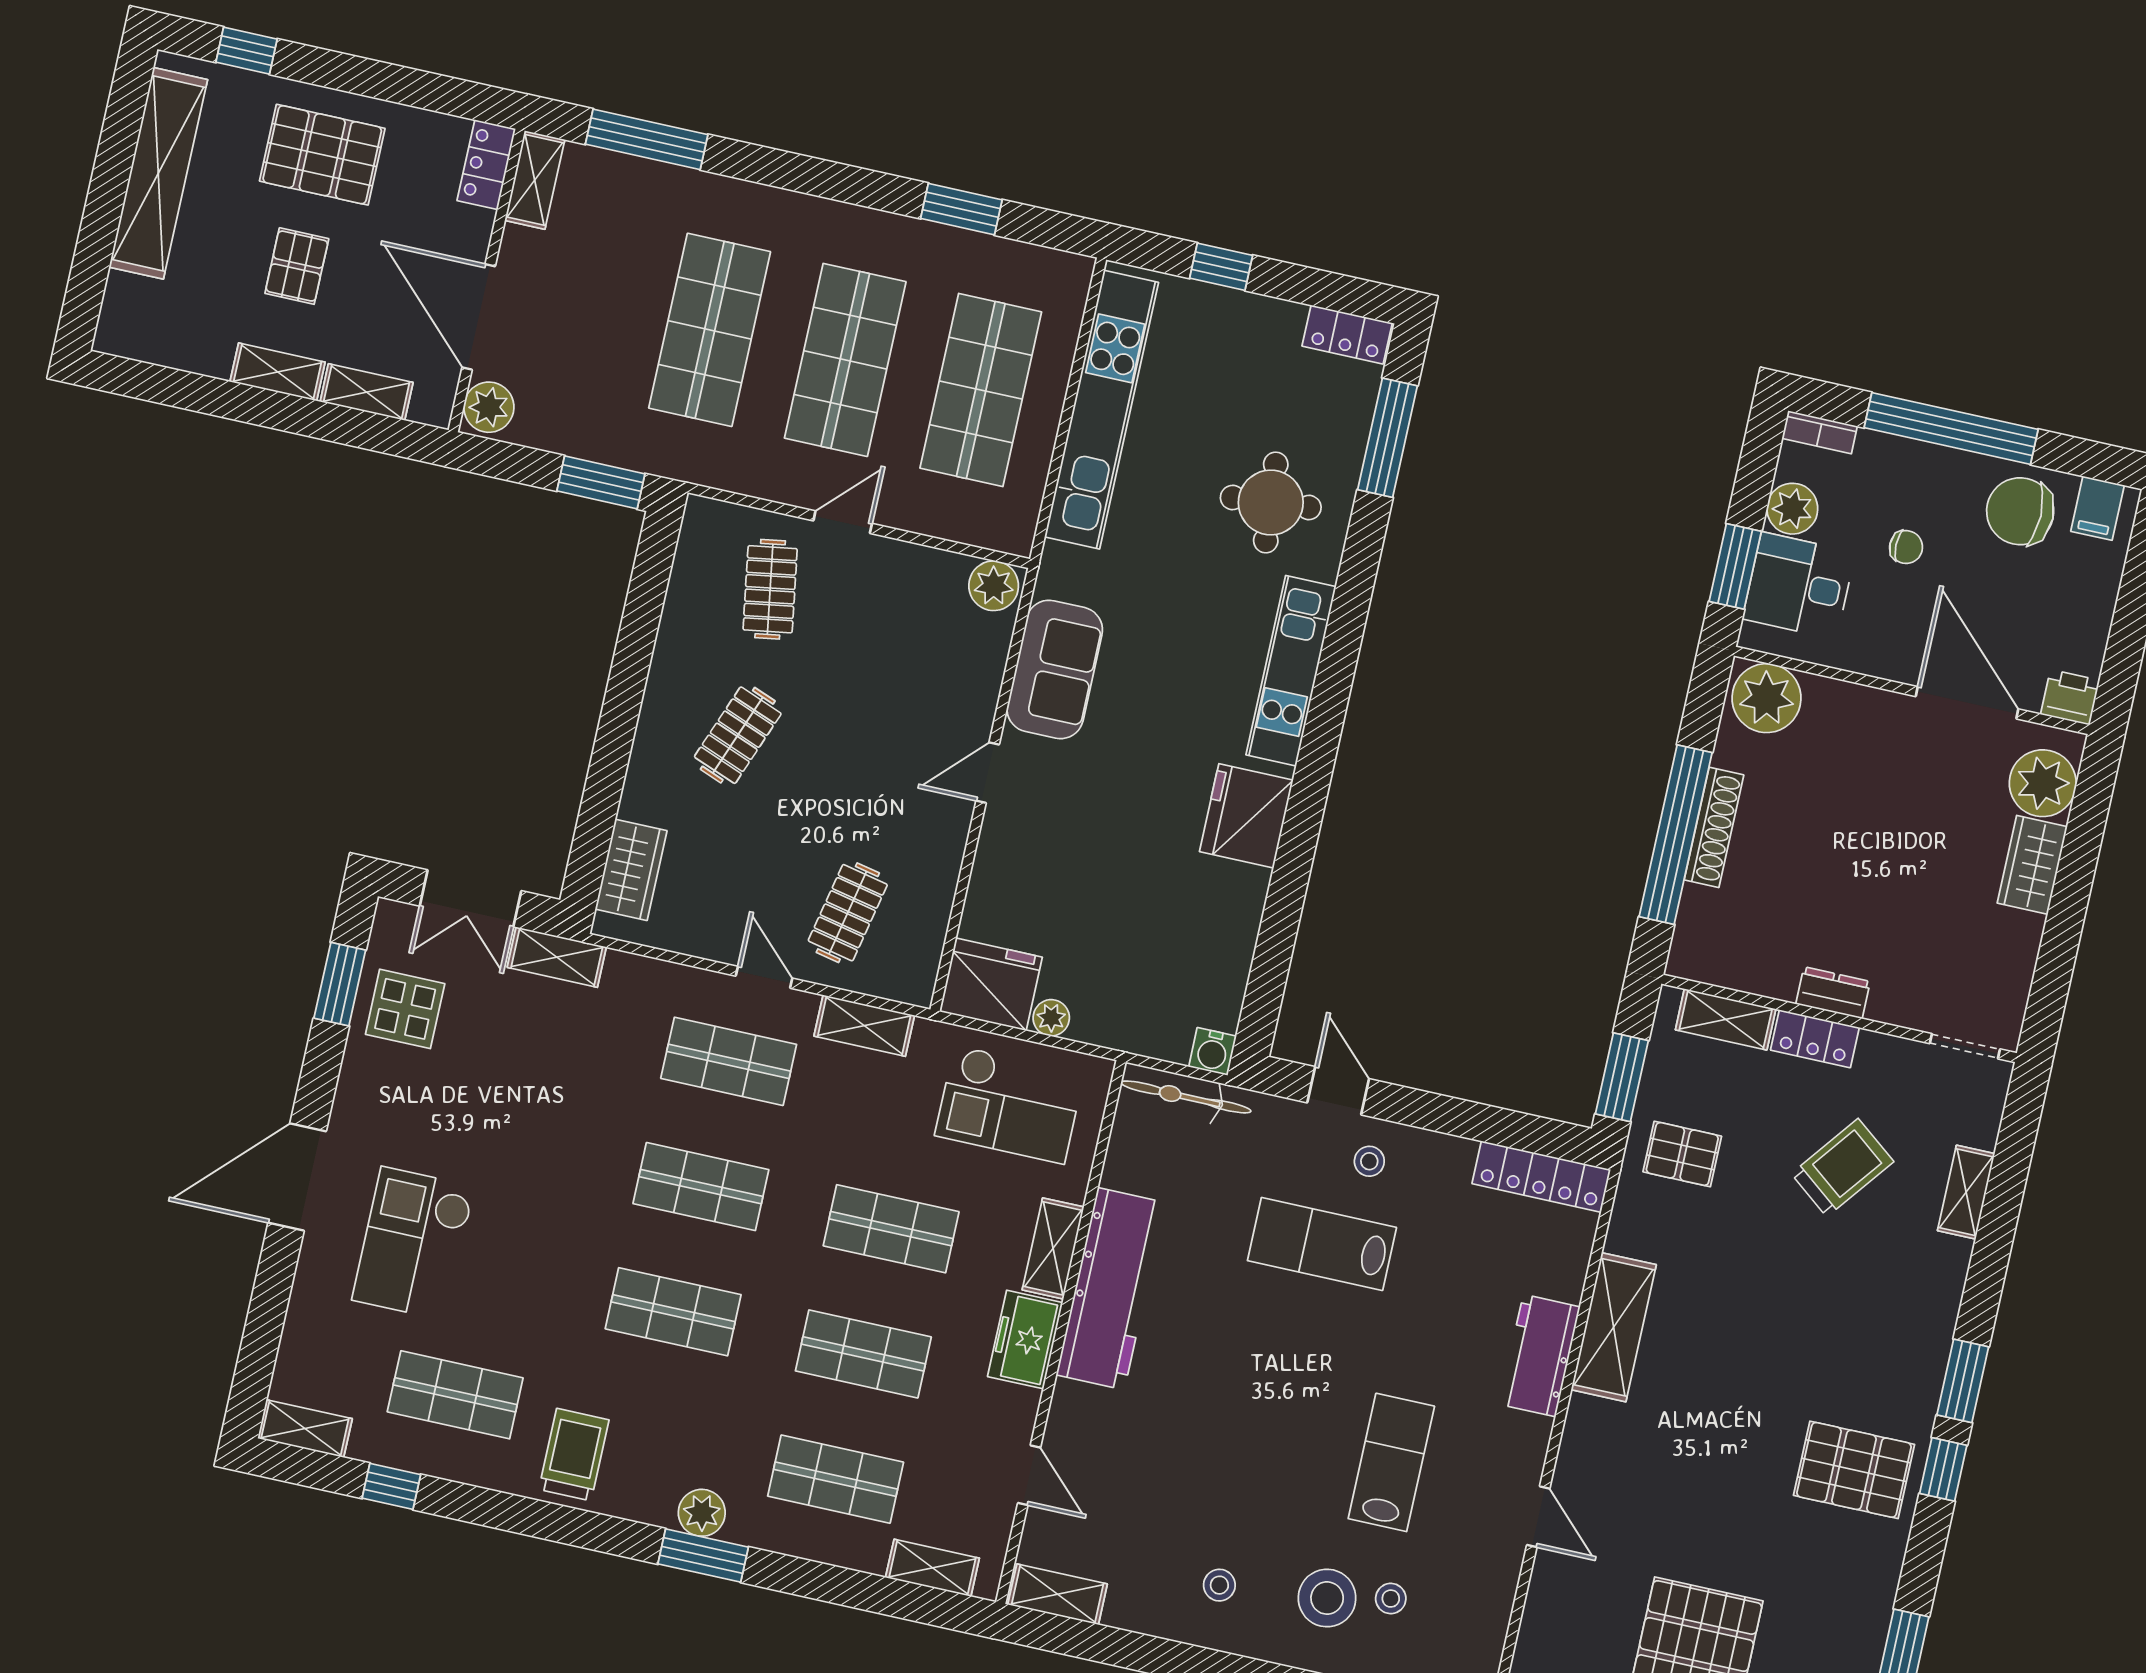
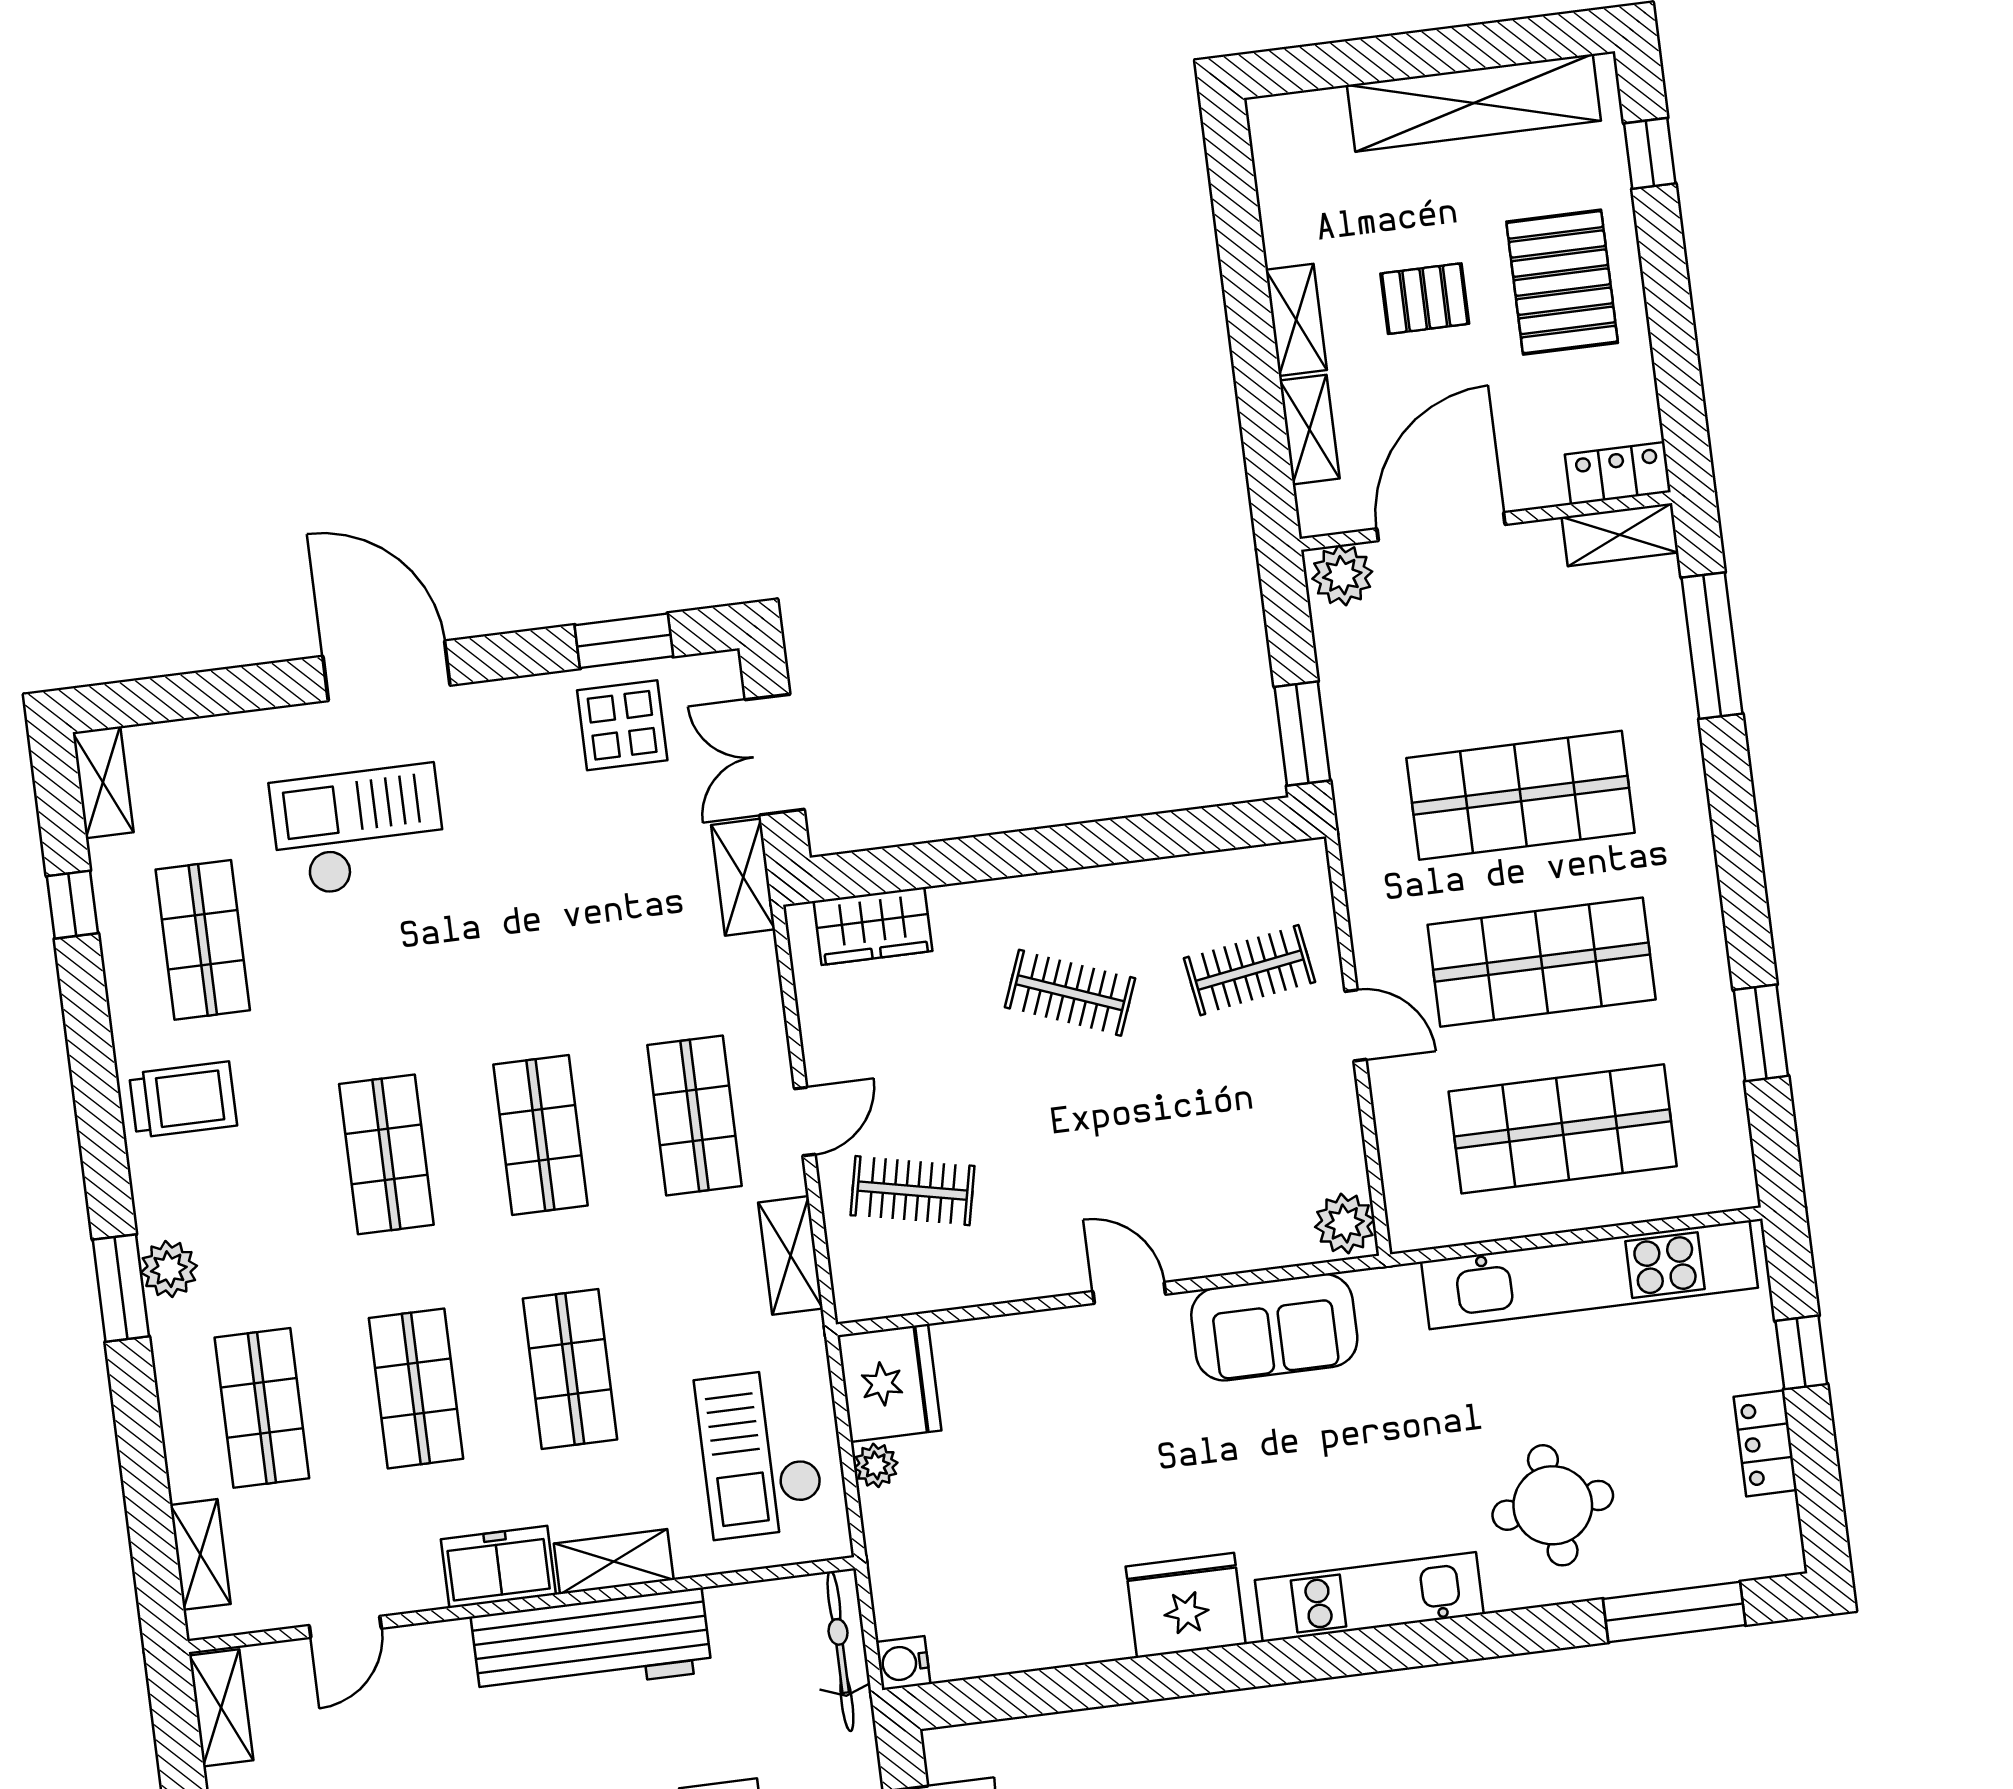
locker: (1347, 335) -> (1765, 1443), moved

